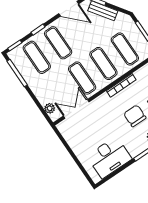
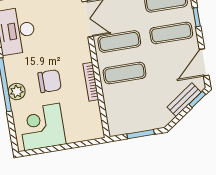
exercise mat: (125, 49) -> (130, 105), removed

